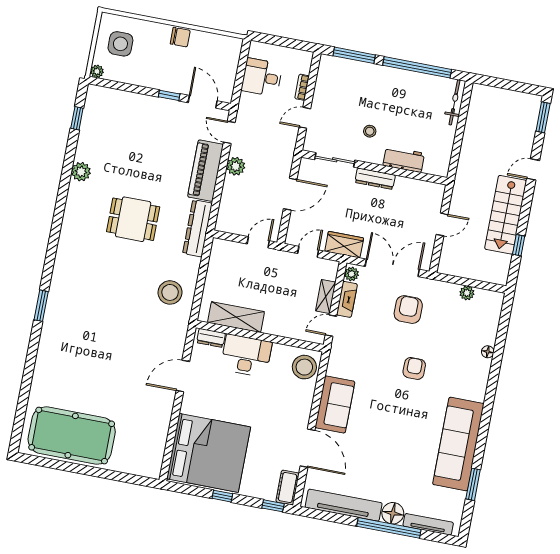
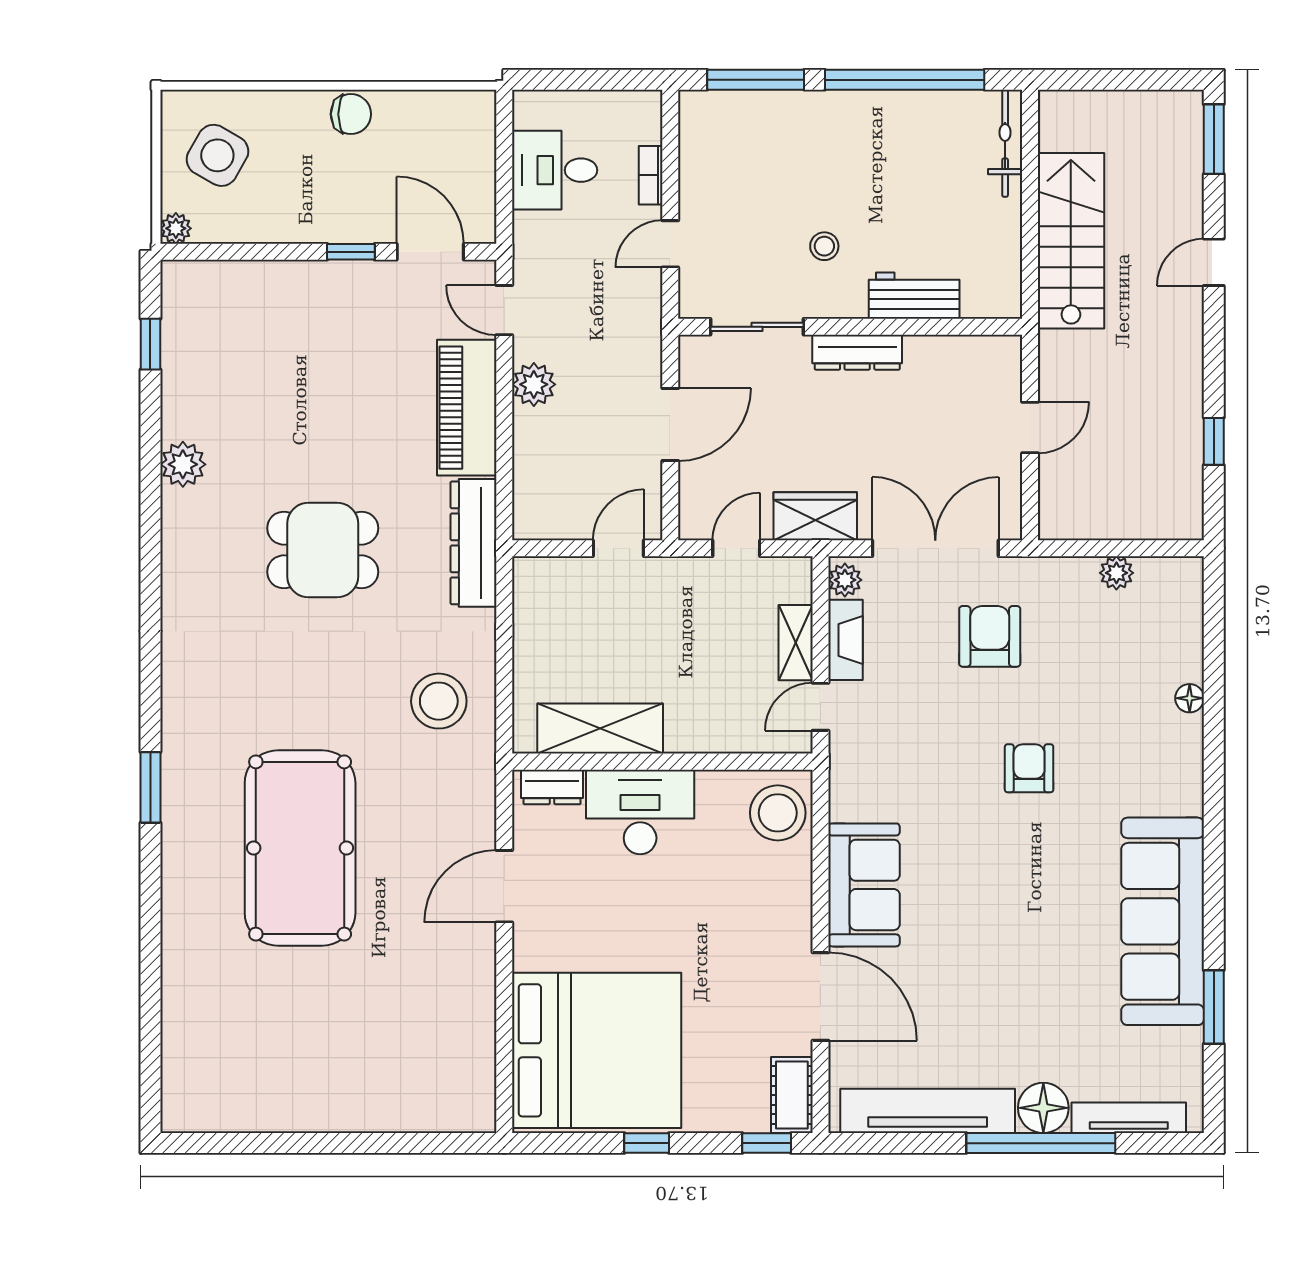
side table: (120, 44) -> (217, 155), turned 30
stairs: (506, 215) -> (1071, 241), moved, turned 180
pool table: (72, 436) -> (300, 848), moved, turned 90

